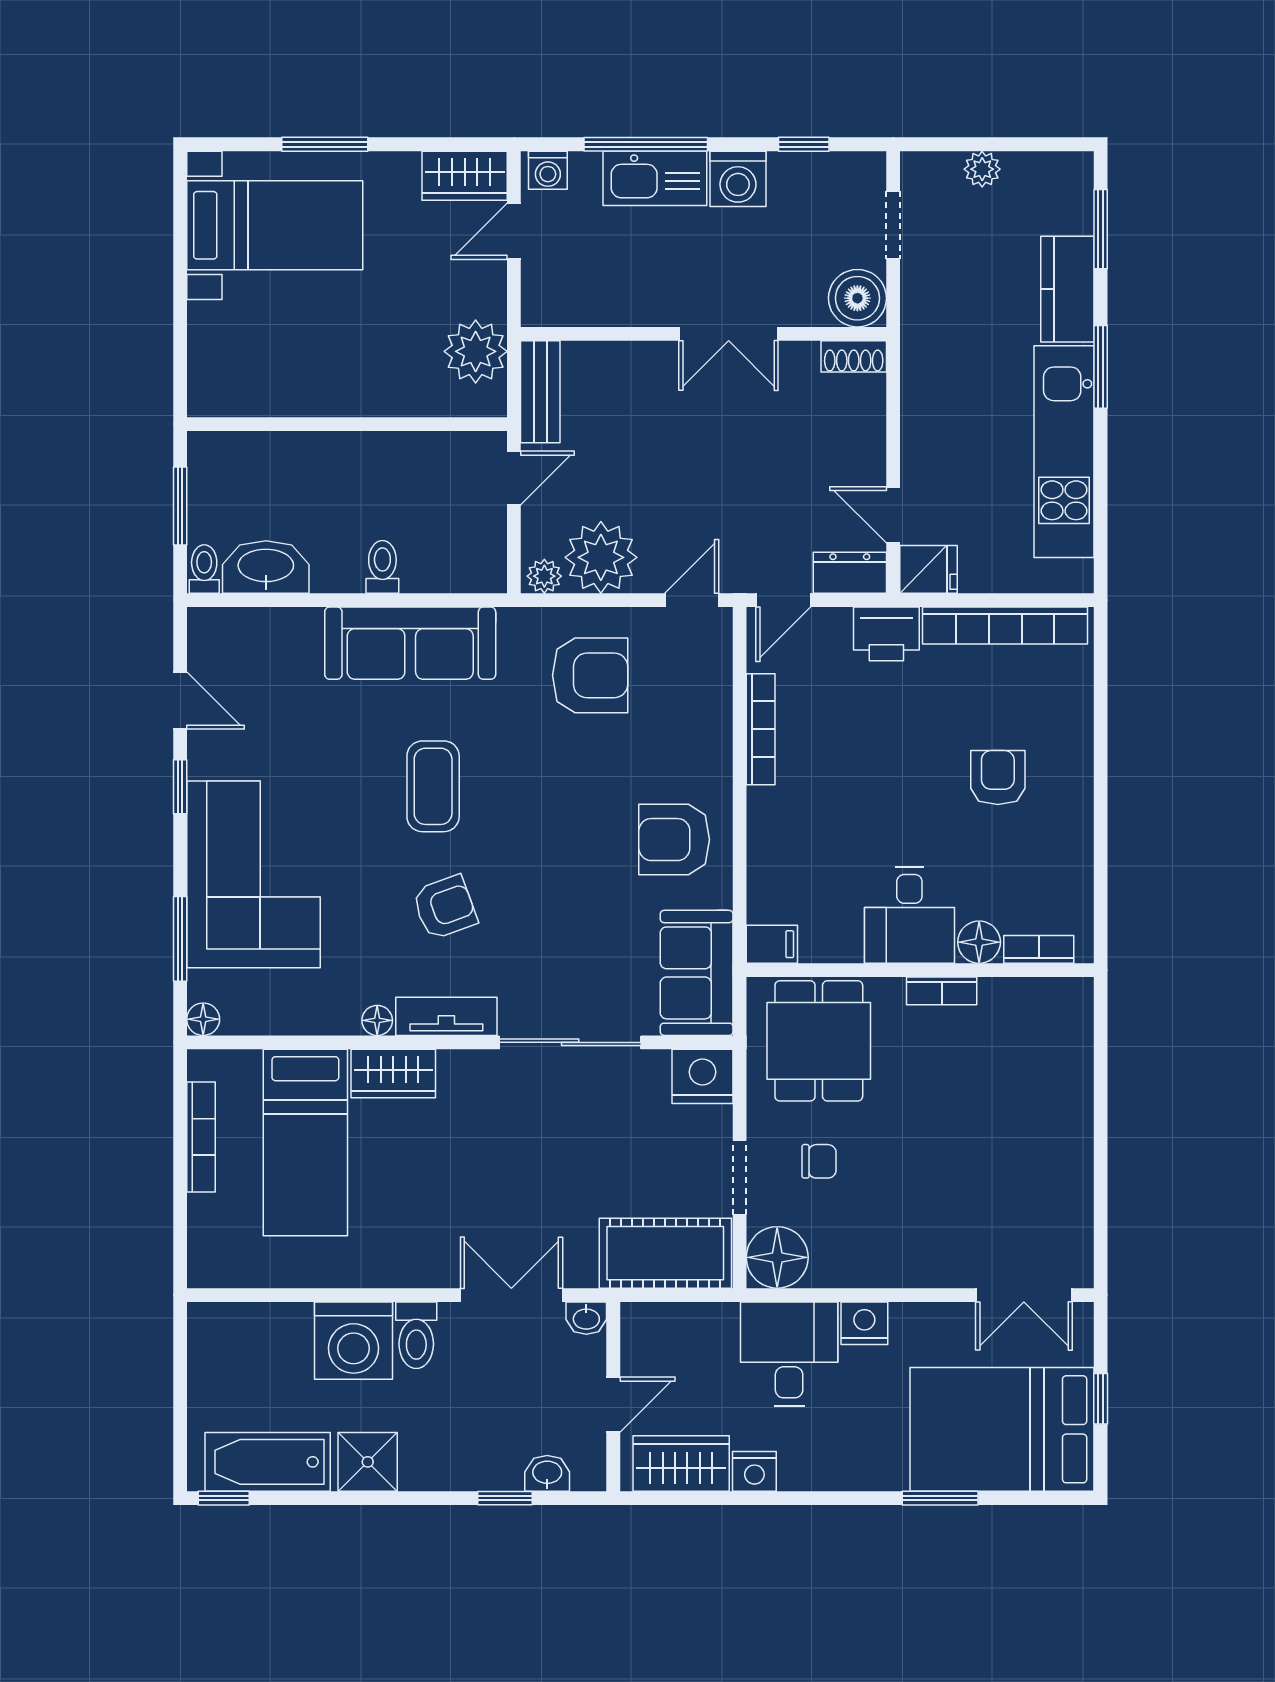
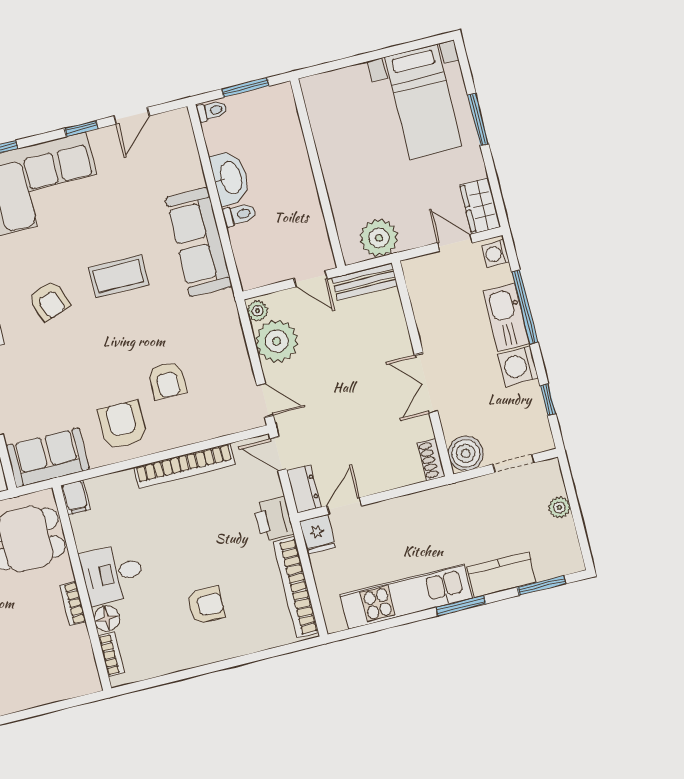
washbasin: (266, 567) -> (230, 178), moved
armchair: (590, 675) -> (167, 380), moved, width x0.72, depth x0.72
bookcase: (761, 729) -> (185, 466), width x1.48, depth x1.31

